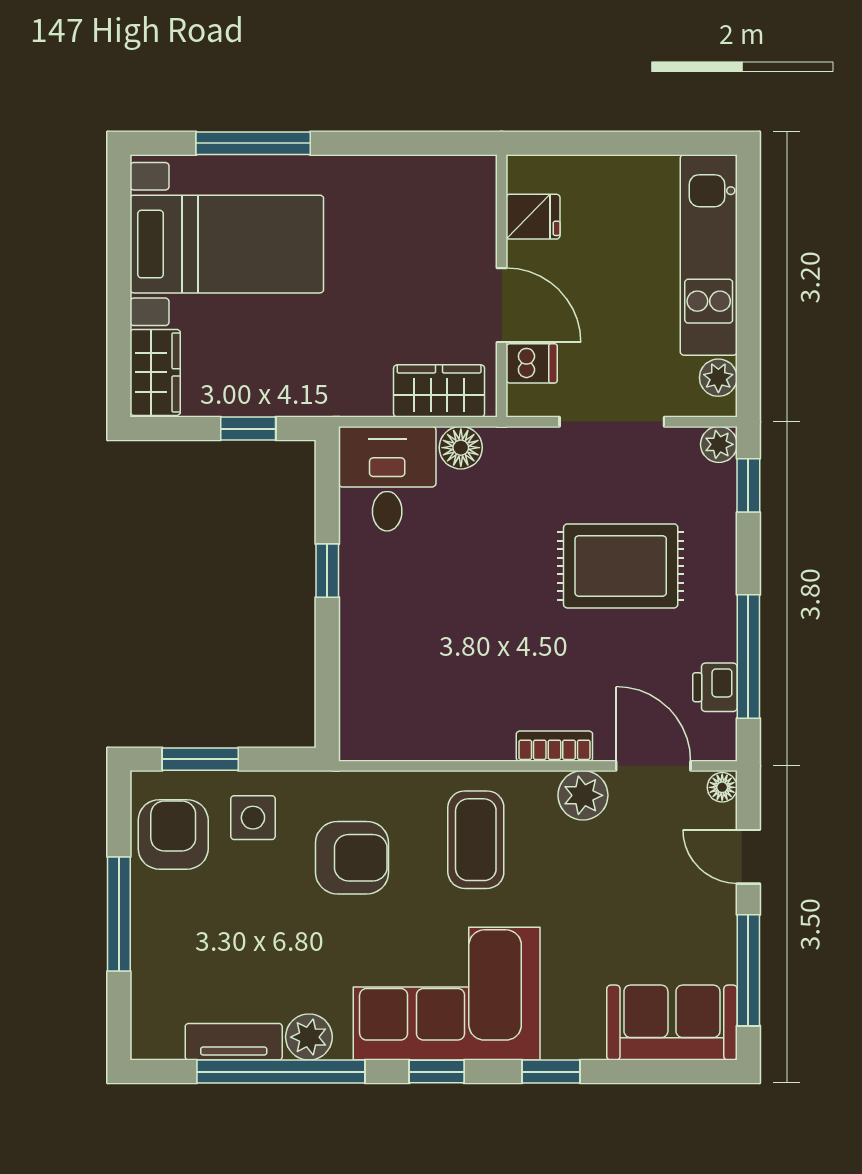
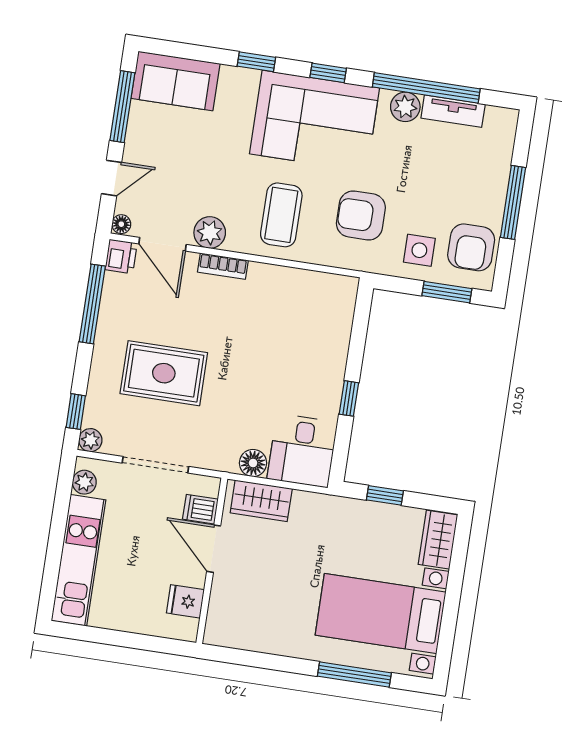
printer: (715, 687) -> (121, 256), moved
door: (748, 857) -> (111, 178), hinge flipped

